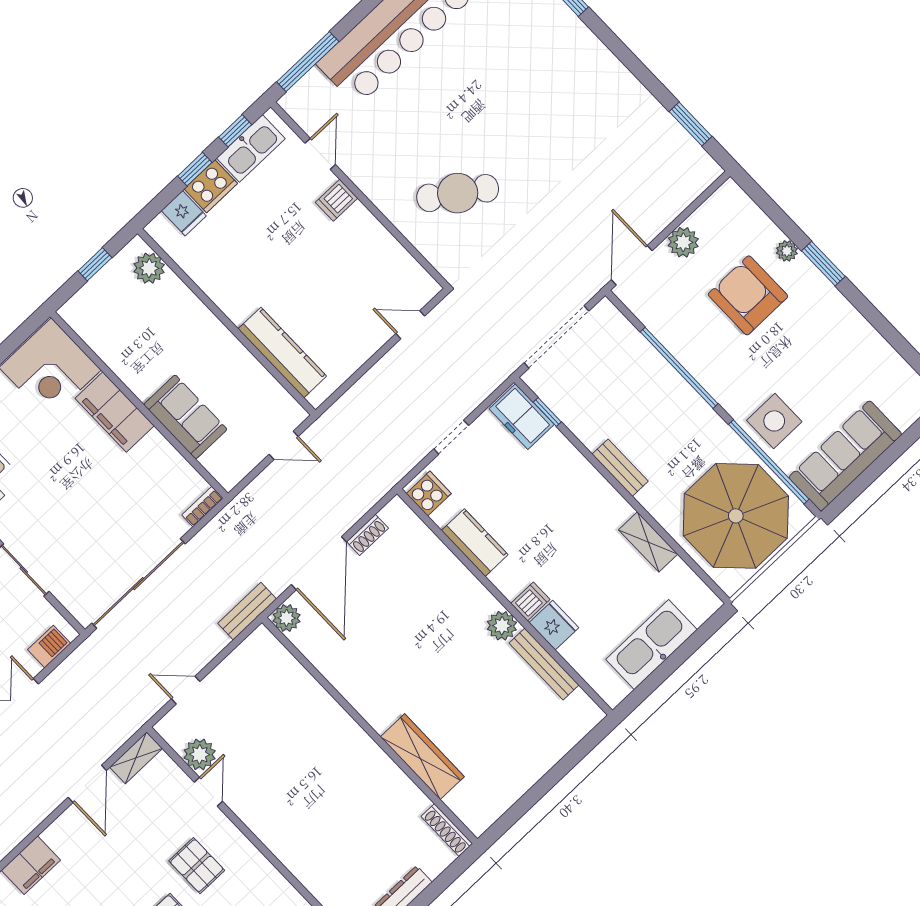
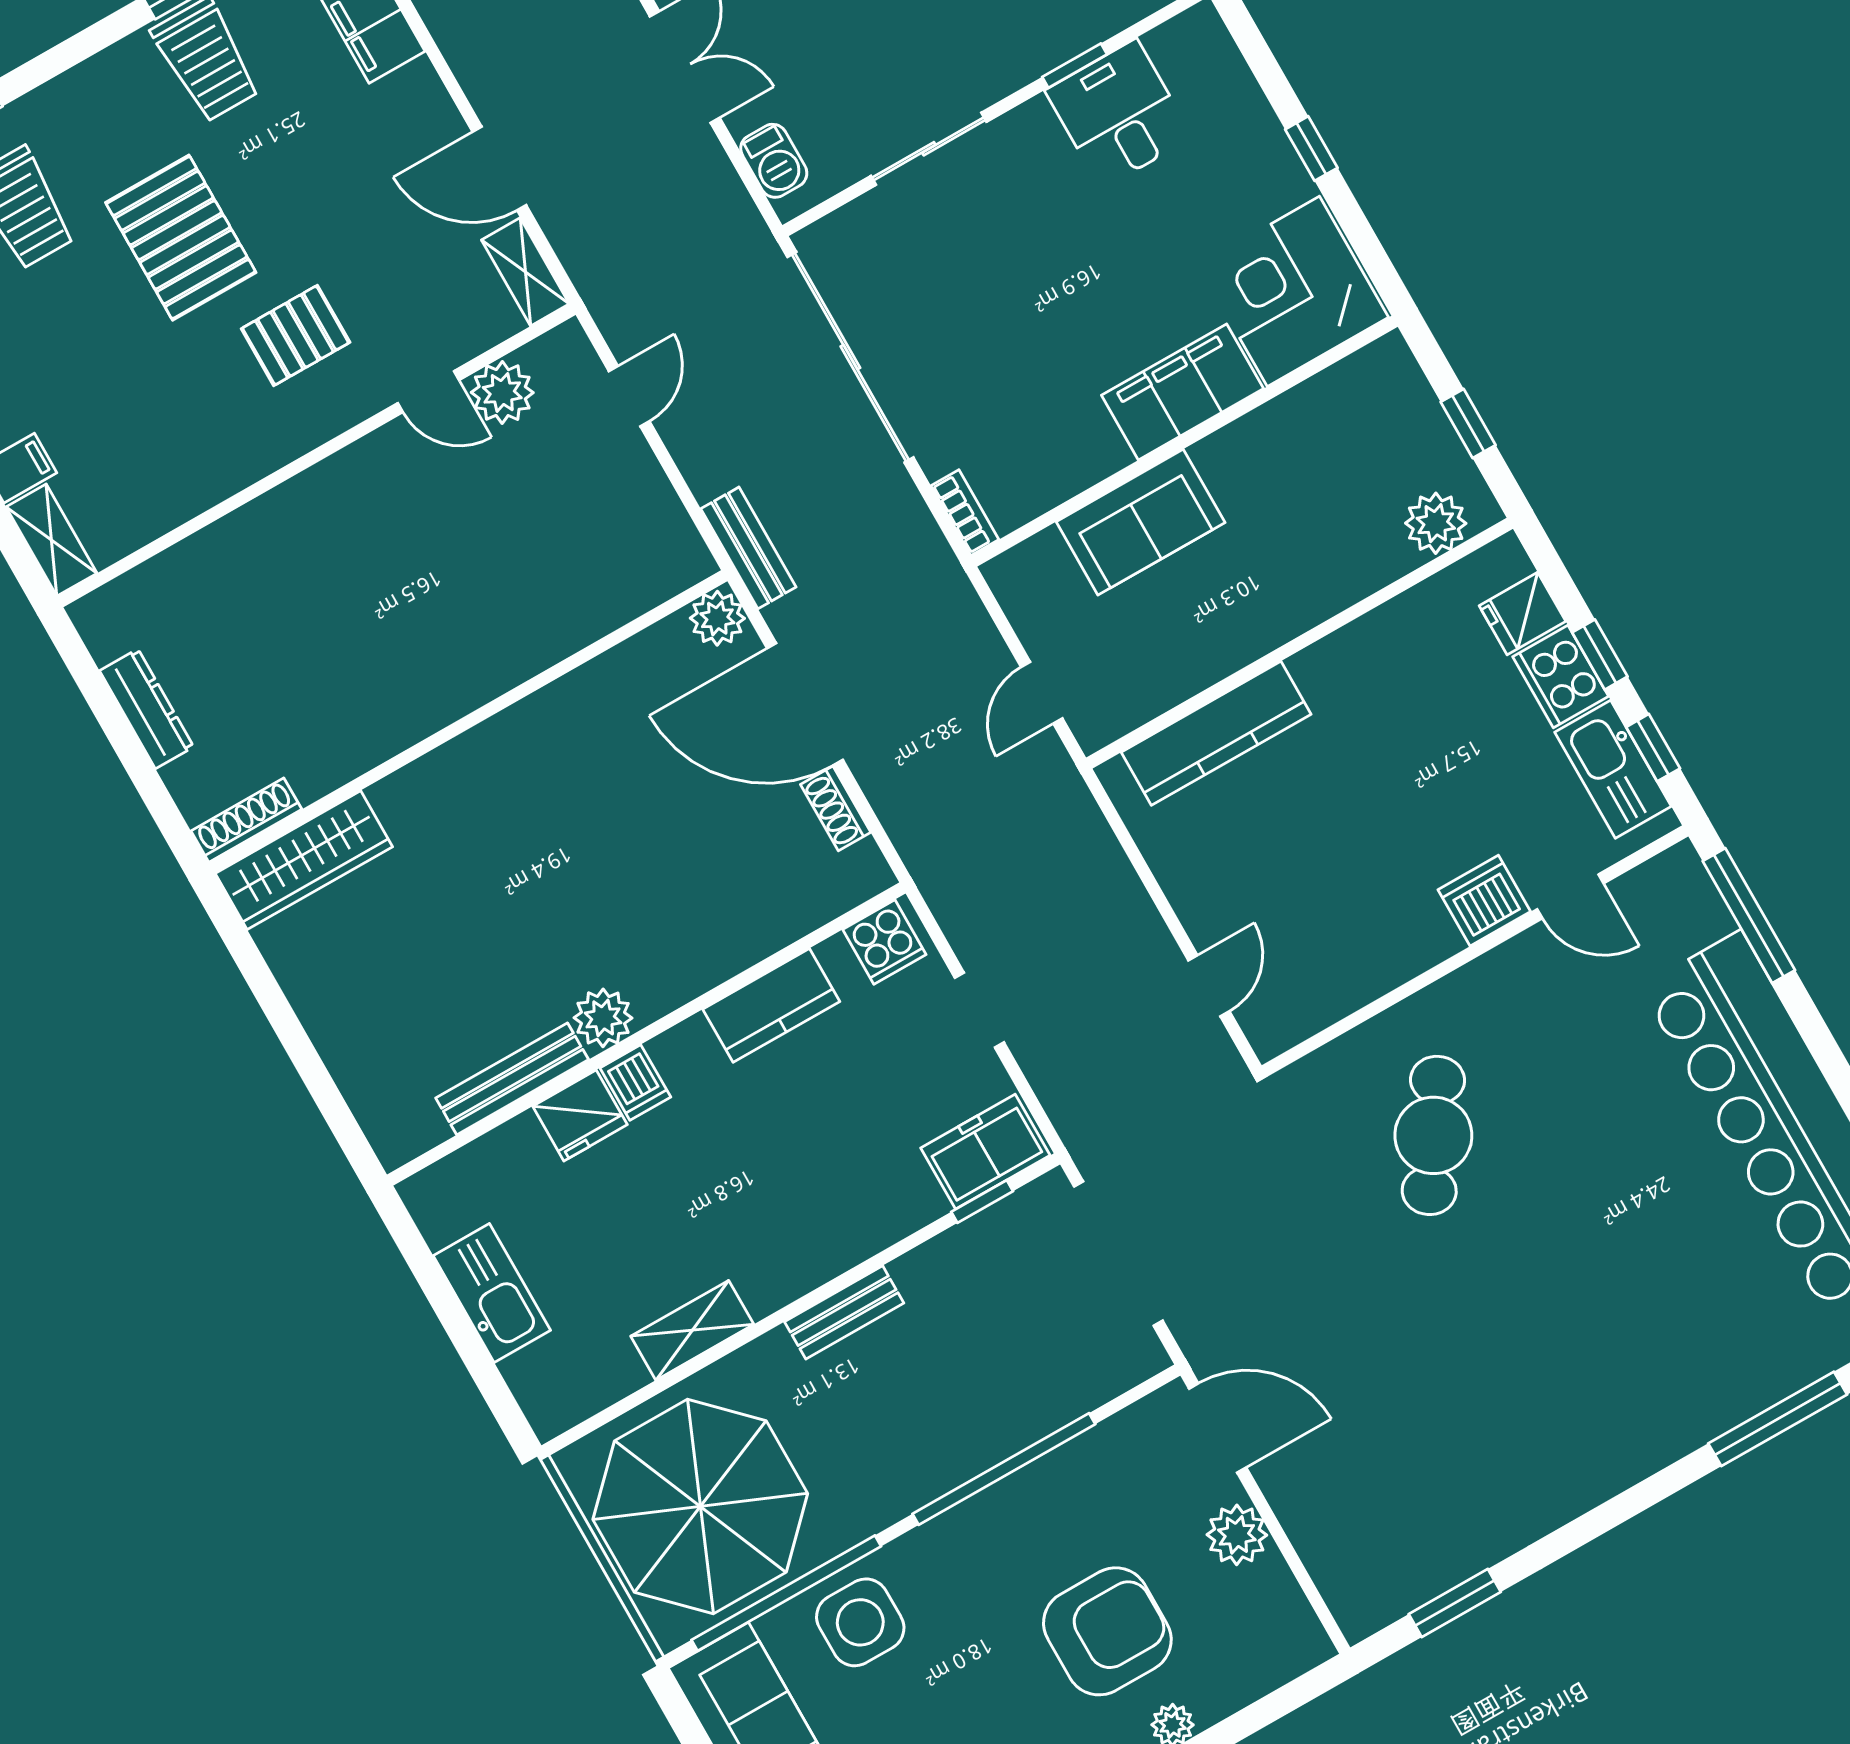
dishwasher: (337, 200) -> (1484, 901), width x1.38
kitchen sink: (652, 645) -> (492, 1293), width x0.73, depth x0.81
wardrobe: (422, 757) -> (304, 860), moved

